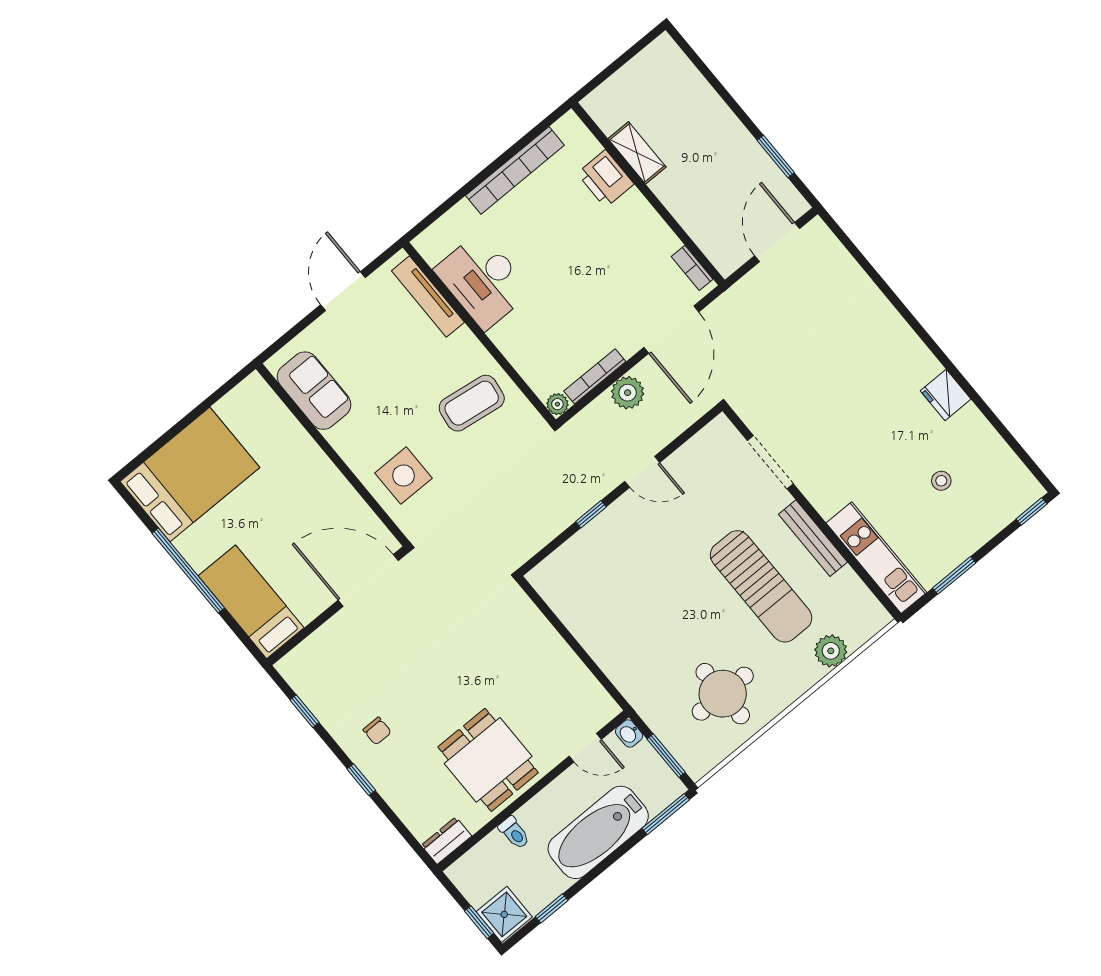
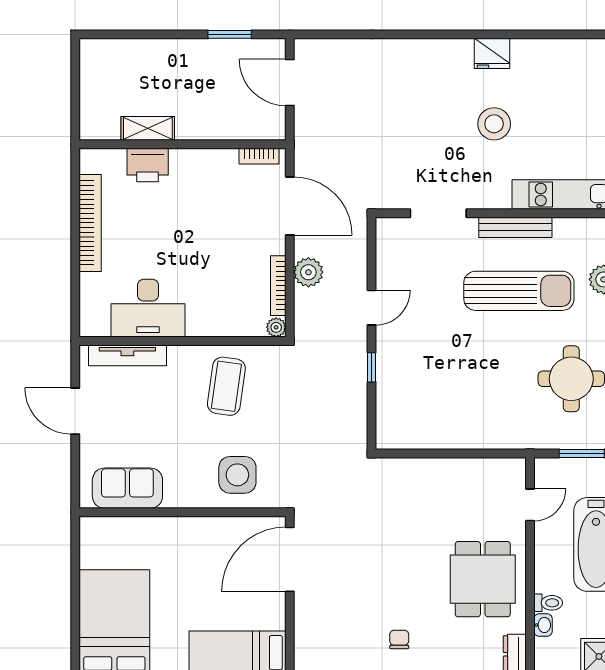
stool: (941, 481) -> (494, 124), moved, width x1.89, depth x1.89
chair: (377, 731) -> (399, 639), turned -90
washbasin: (629, 734) -> (543, 625), moved, turned -90
dining table: (488, 760) -> (483, 579), turned 90

